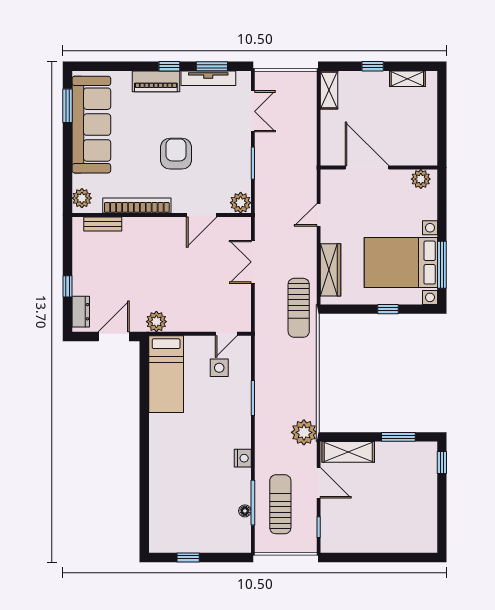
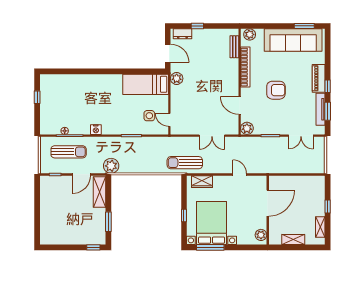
shelving: (329, 90) -> (293, 240), moved
double door: (253, 262) -> (212, 136), swing flipped
wardrobe: (331, 270) -> (202, 182), width x0.67

